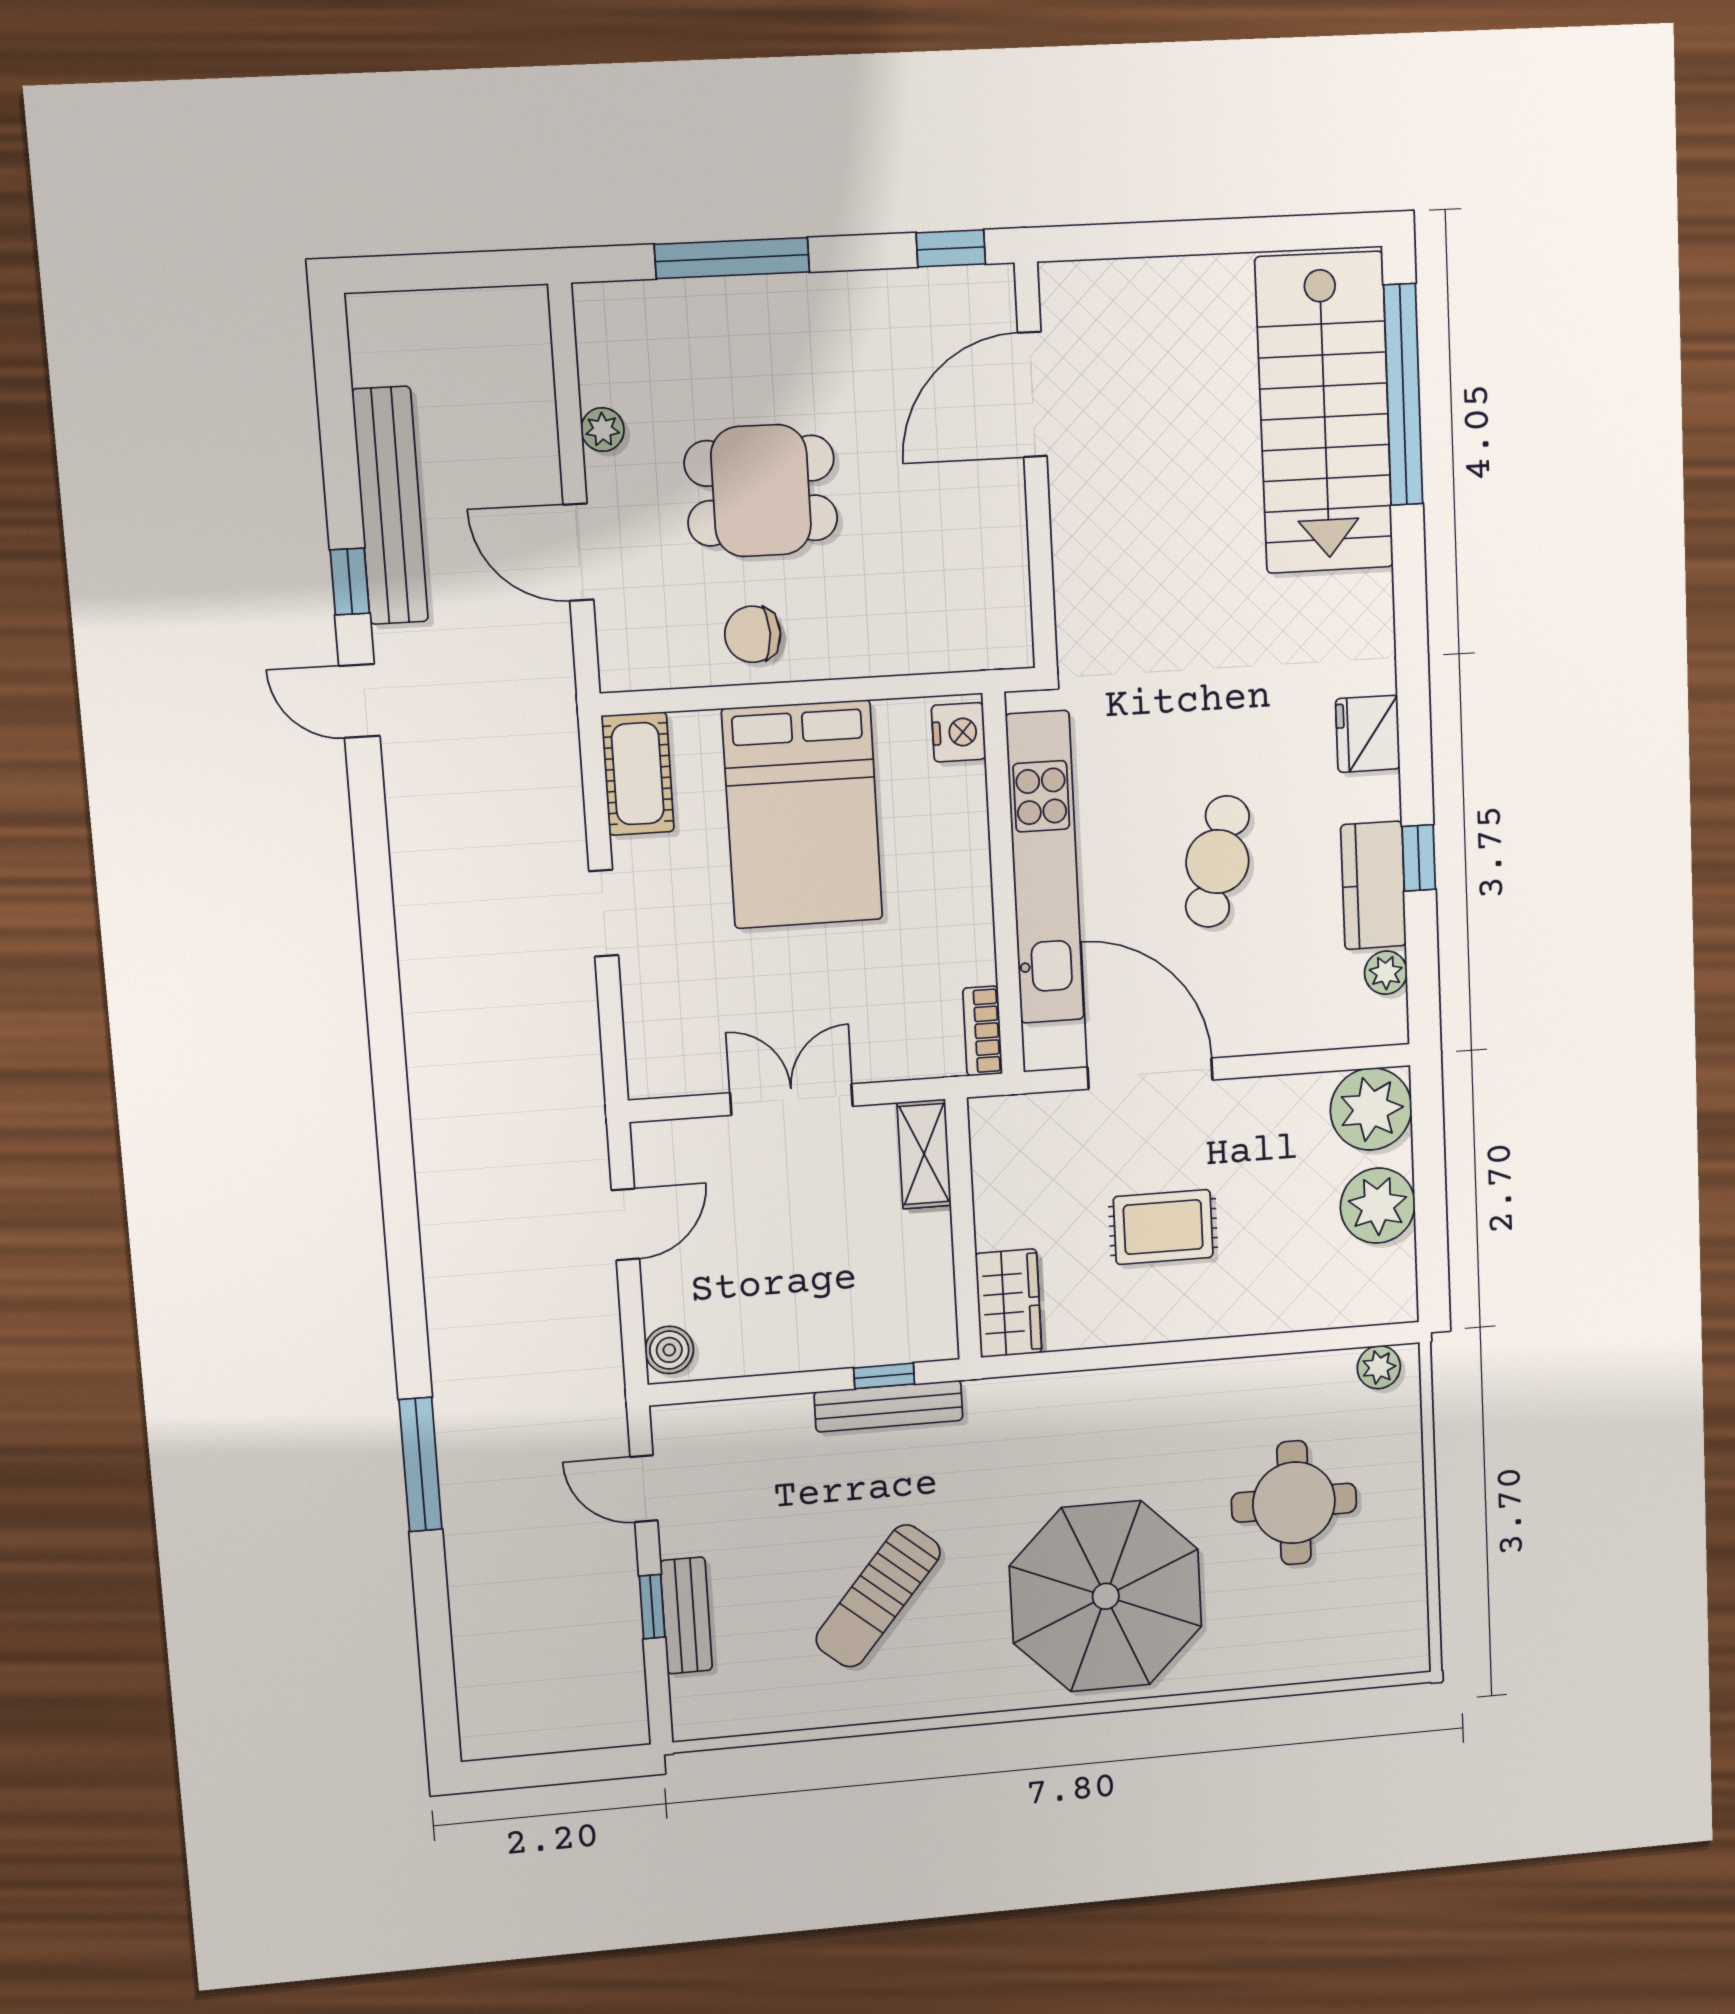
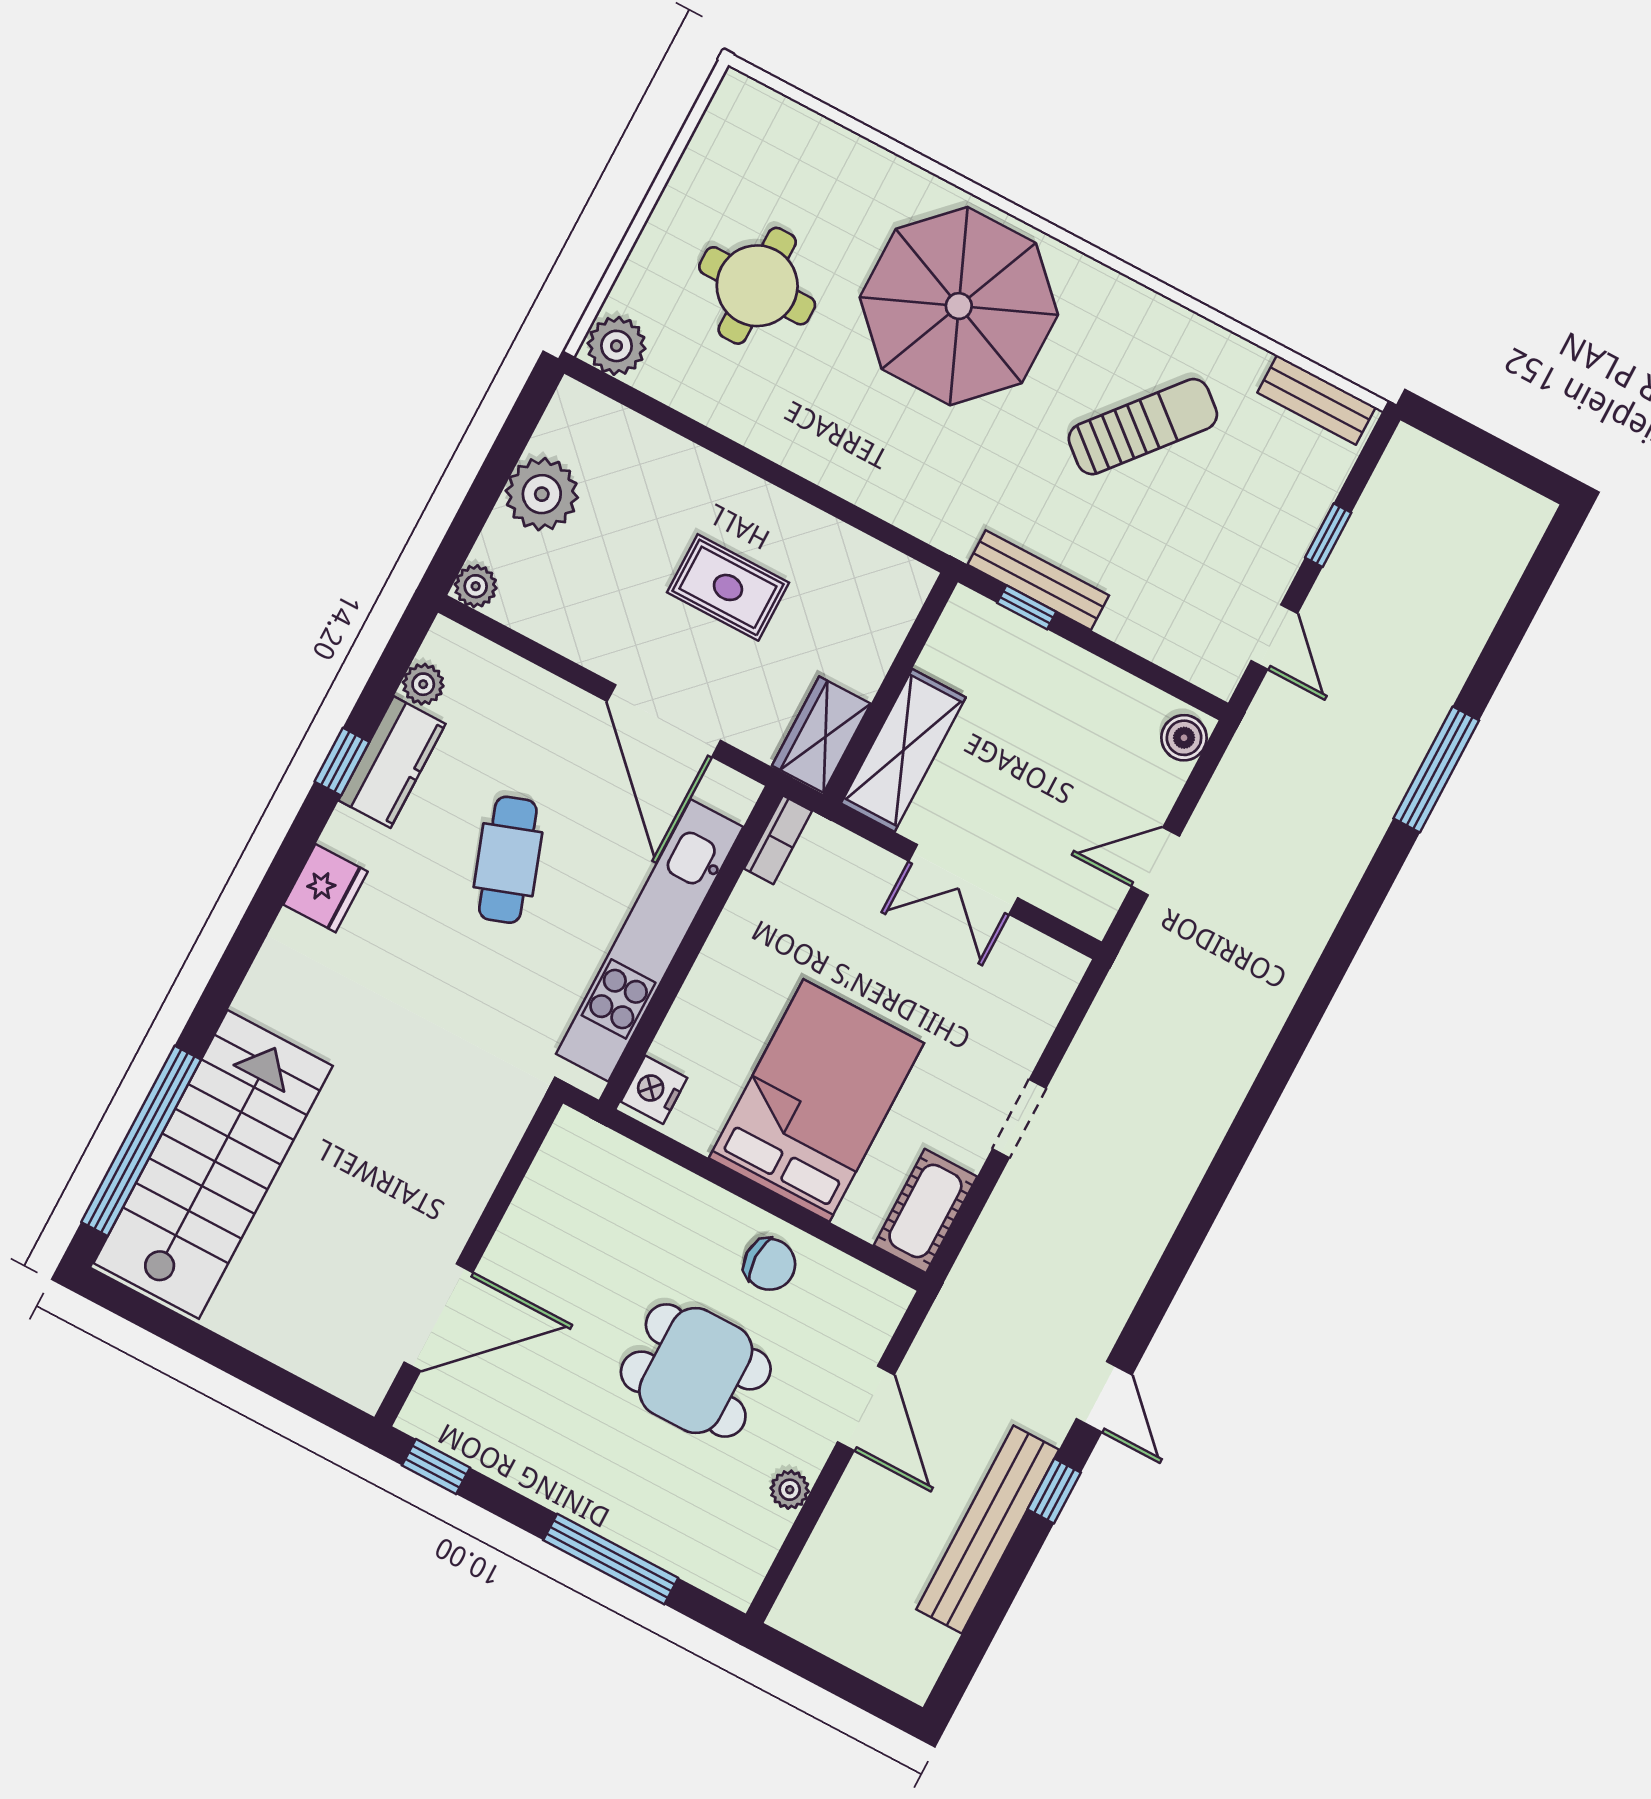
cafe table: (1217, 862) -> (508, 860), turned -34
plant: (1371, 1109) -> (476, 586), width x0.53, depth x0.53
shelving: (924, 1154) -> (903, 750), width x1.50, depth x1.33
wardrobe: (1008, 1303) -> (821, 735), moved
plant: (1379, 1367) -> (617, 346), width x1.38, depth x1.38
bench: (686, 1615) -> (1317, 400), moved, turned 90

